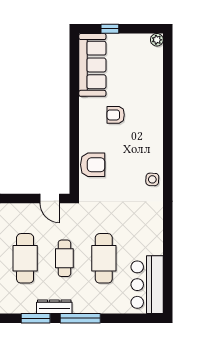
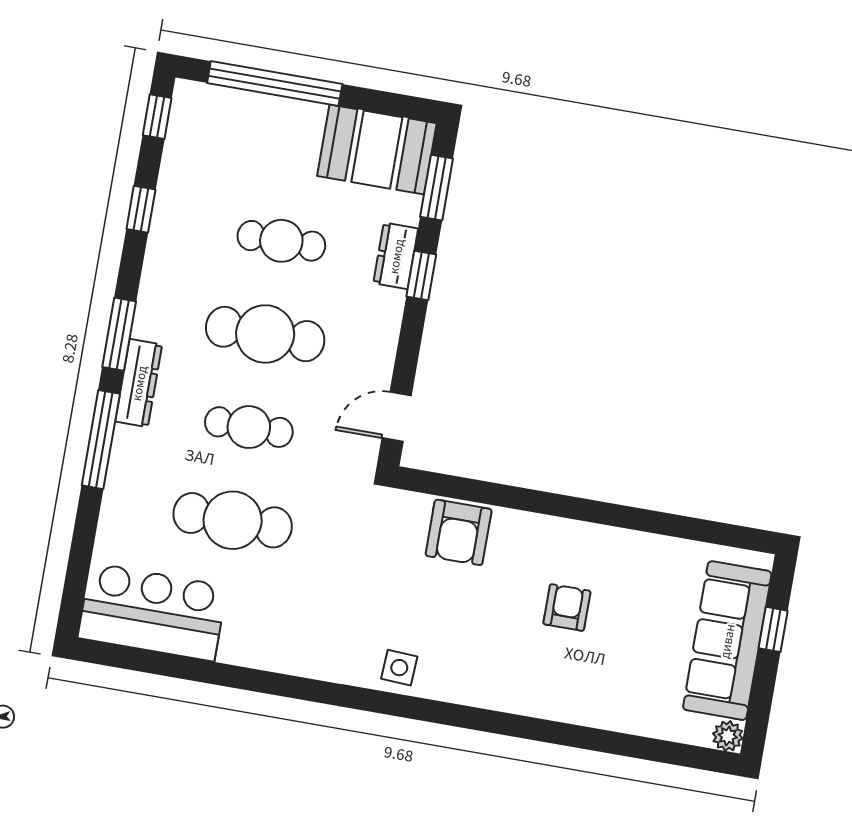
sofa: (92, 65) -> (727, 641), moved, turned 90

